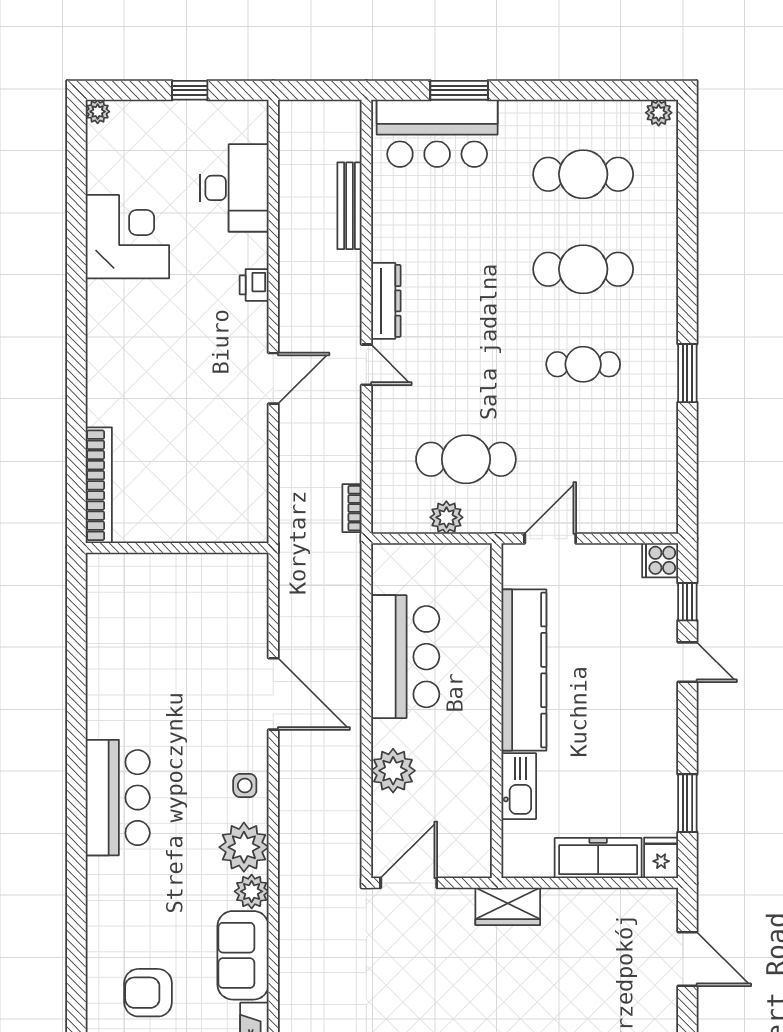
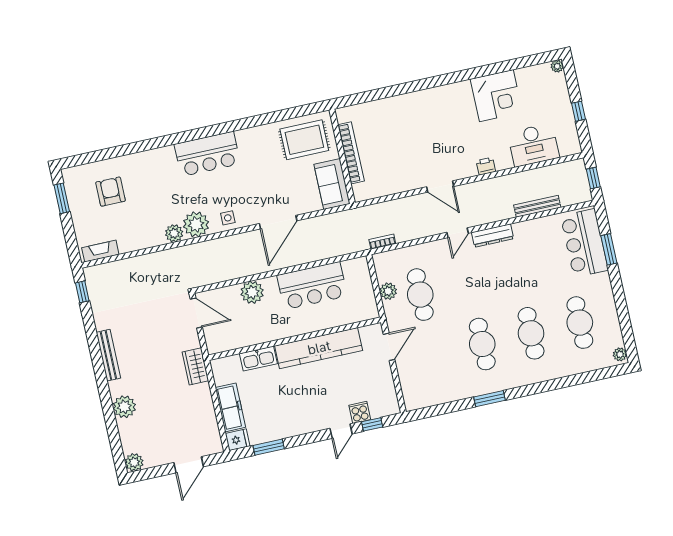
window: (320, 90) -> (593, 178), added
cafe table: (583, 364) -> (482, 344), width x1.37, depth x1.35
bookcase: (99, 485) -> (351, 153), moved, turned -90
door: (550, 539) -> (389, 347), hinge flipped
cooker: (660, 560) -> (360, 412), moved
rug: (131, 611) -> (304, 140), added
sofa: (243, 955) -> (332, 184), moved, turned -90

